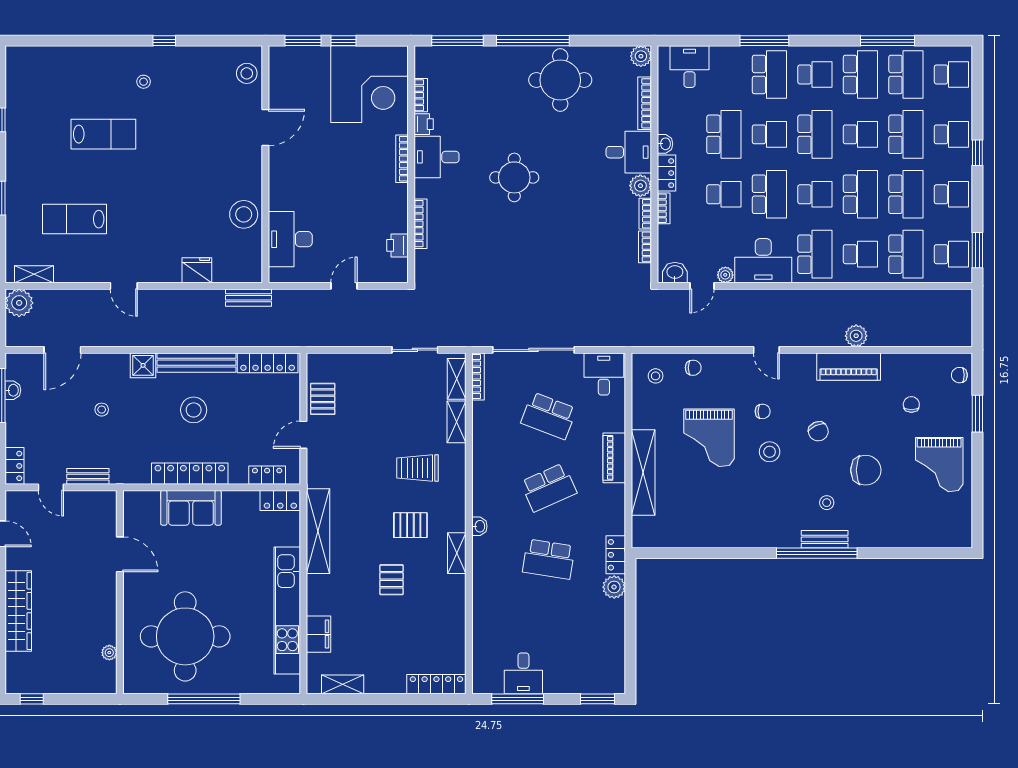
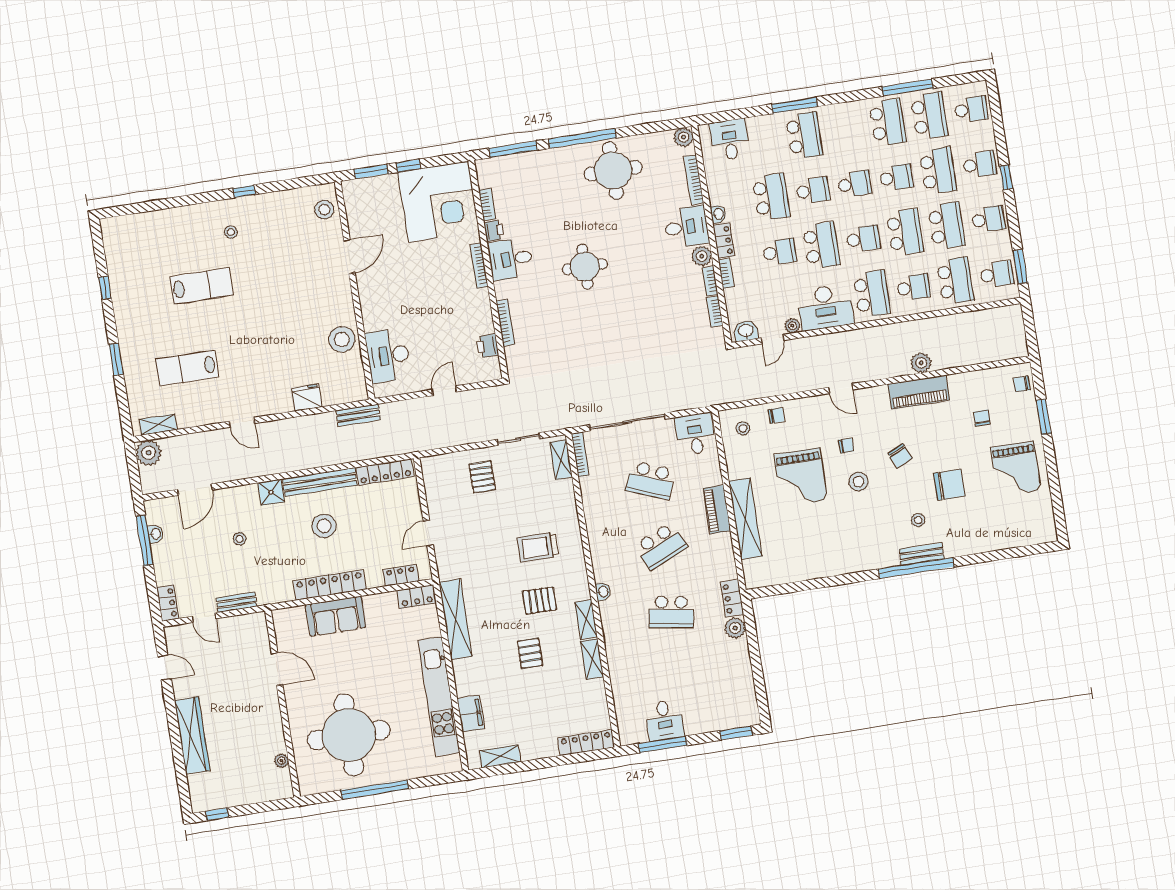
school desk: (815, 74) -> (846, 129), removed
school desk: (815, 134) -> (854, 184), width x0.54
pallet: (323, 399) -> (482, 477), moved
shelving: (456, 422) -> (592, 659), moved

